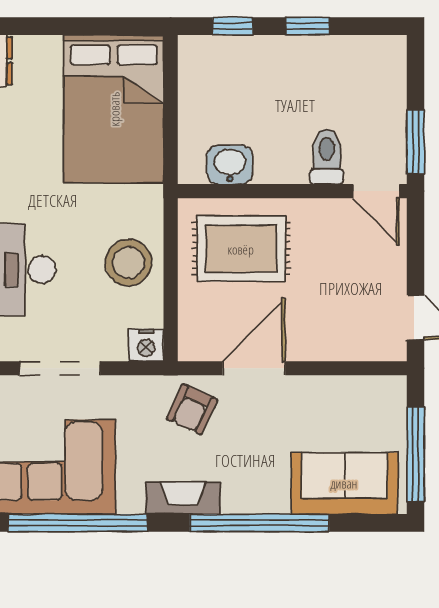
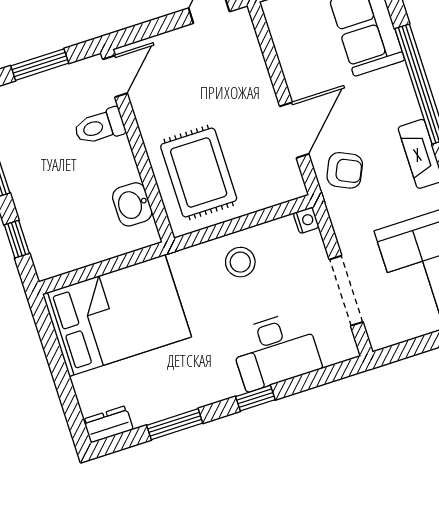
window: (416, 142) -> (40, 65), moved
stool: (129, 263) -> (240, 262), width x0.73, depth x0.73
nightstand: (146, 345) -> (306, 220), width x0.72, depth x0.74
door: (254, 368) -> (294, 130), swing flipped

